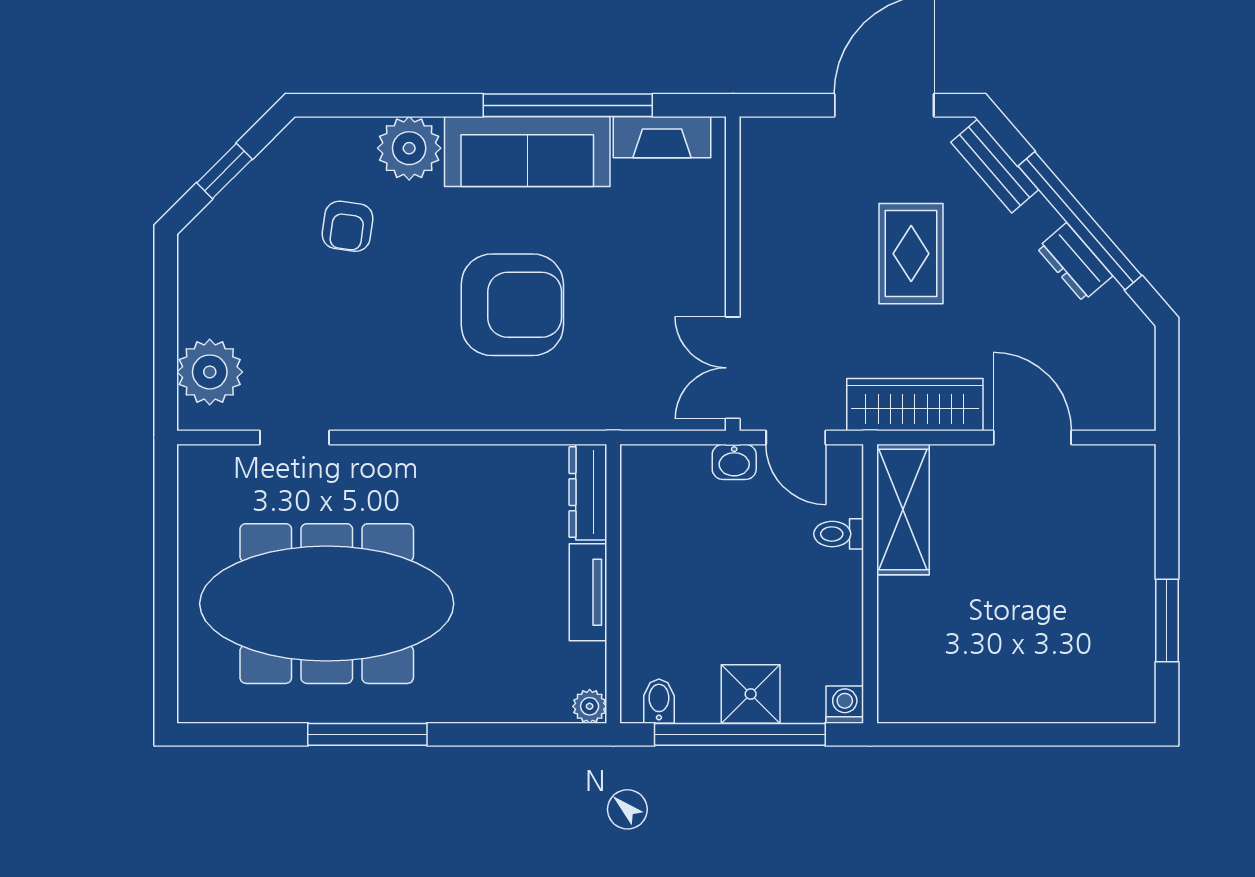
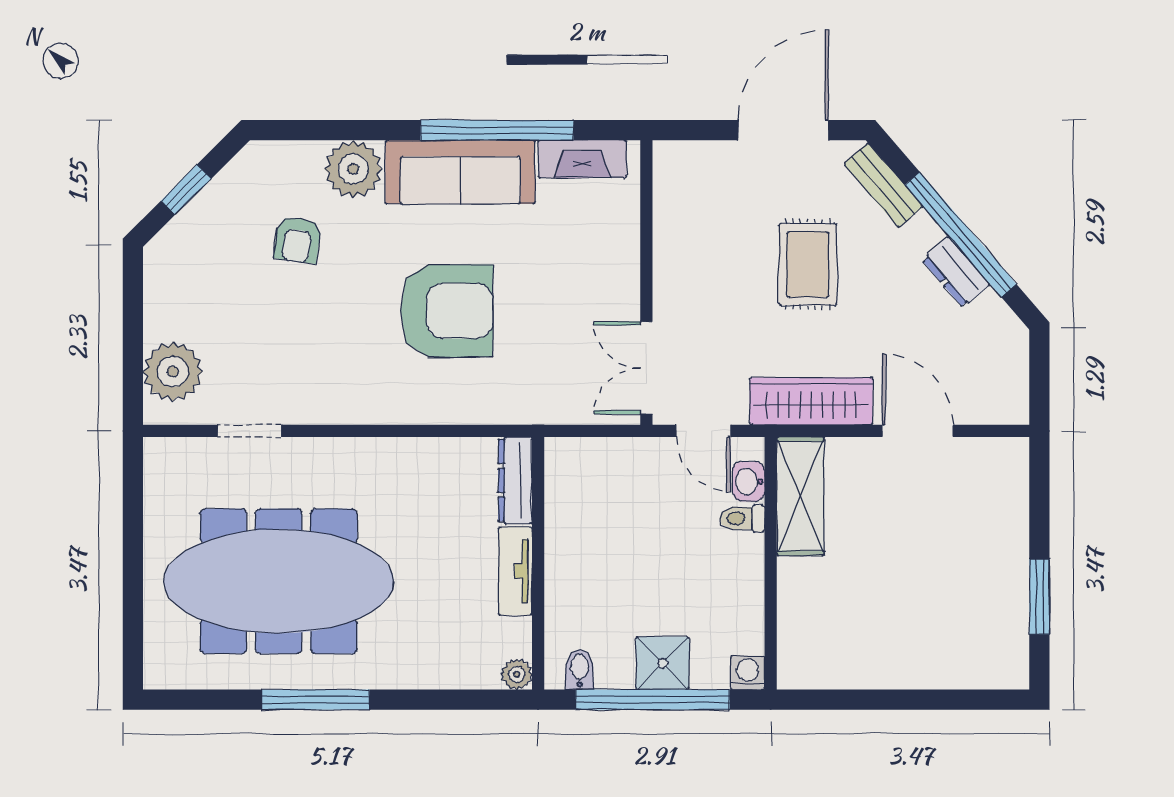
washbasin: (734, 462) -> (749, 482), moved, turned 90

